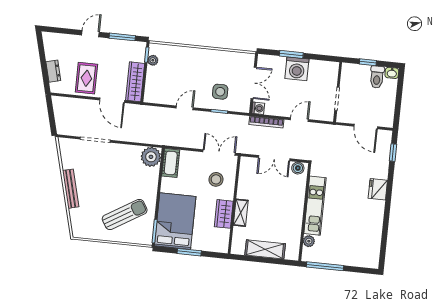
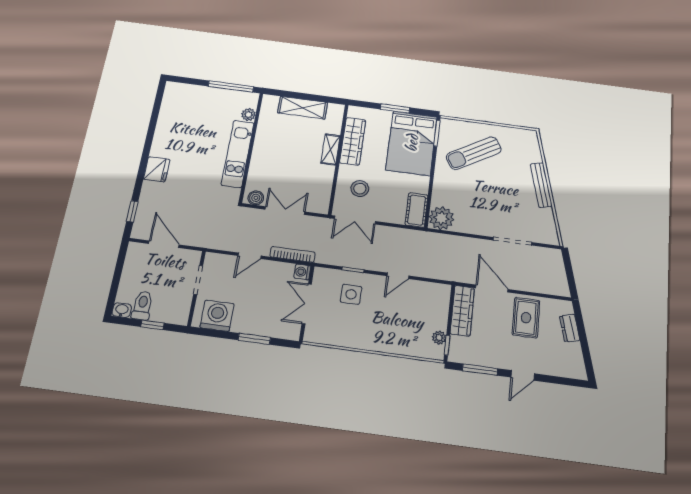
washing machine: (297, 69) -> (217, 316), moved
wardrobe: (224, 214) -> (353, 141), width x1.50

